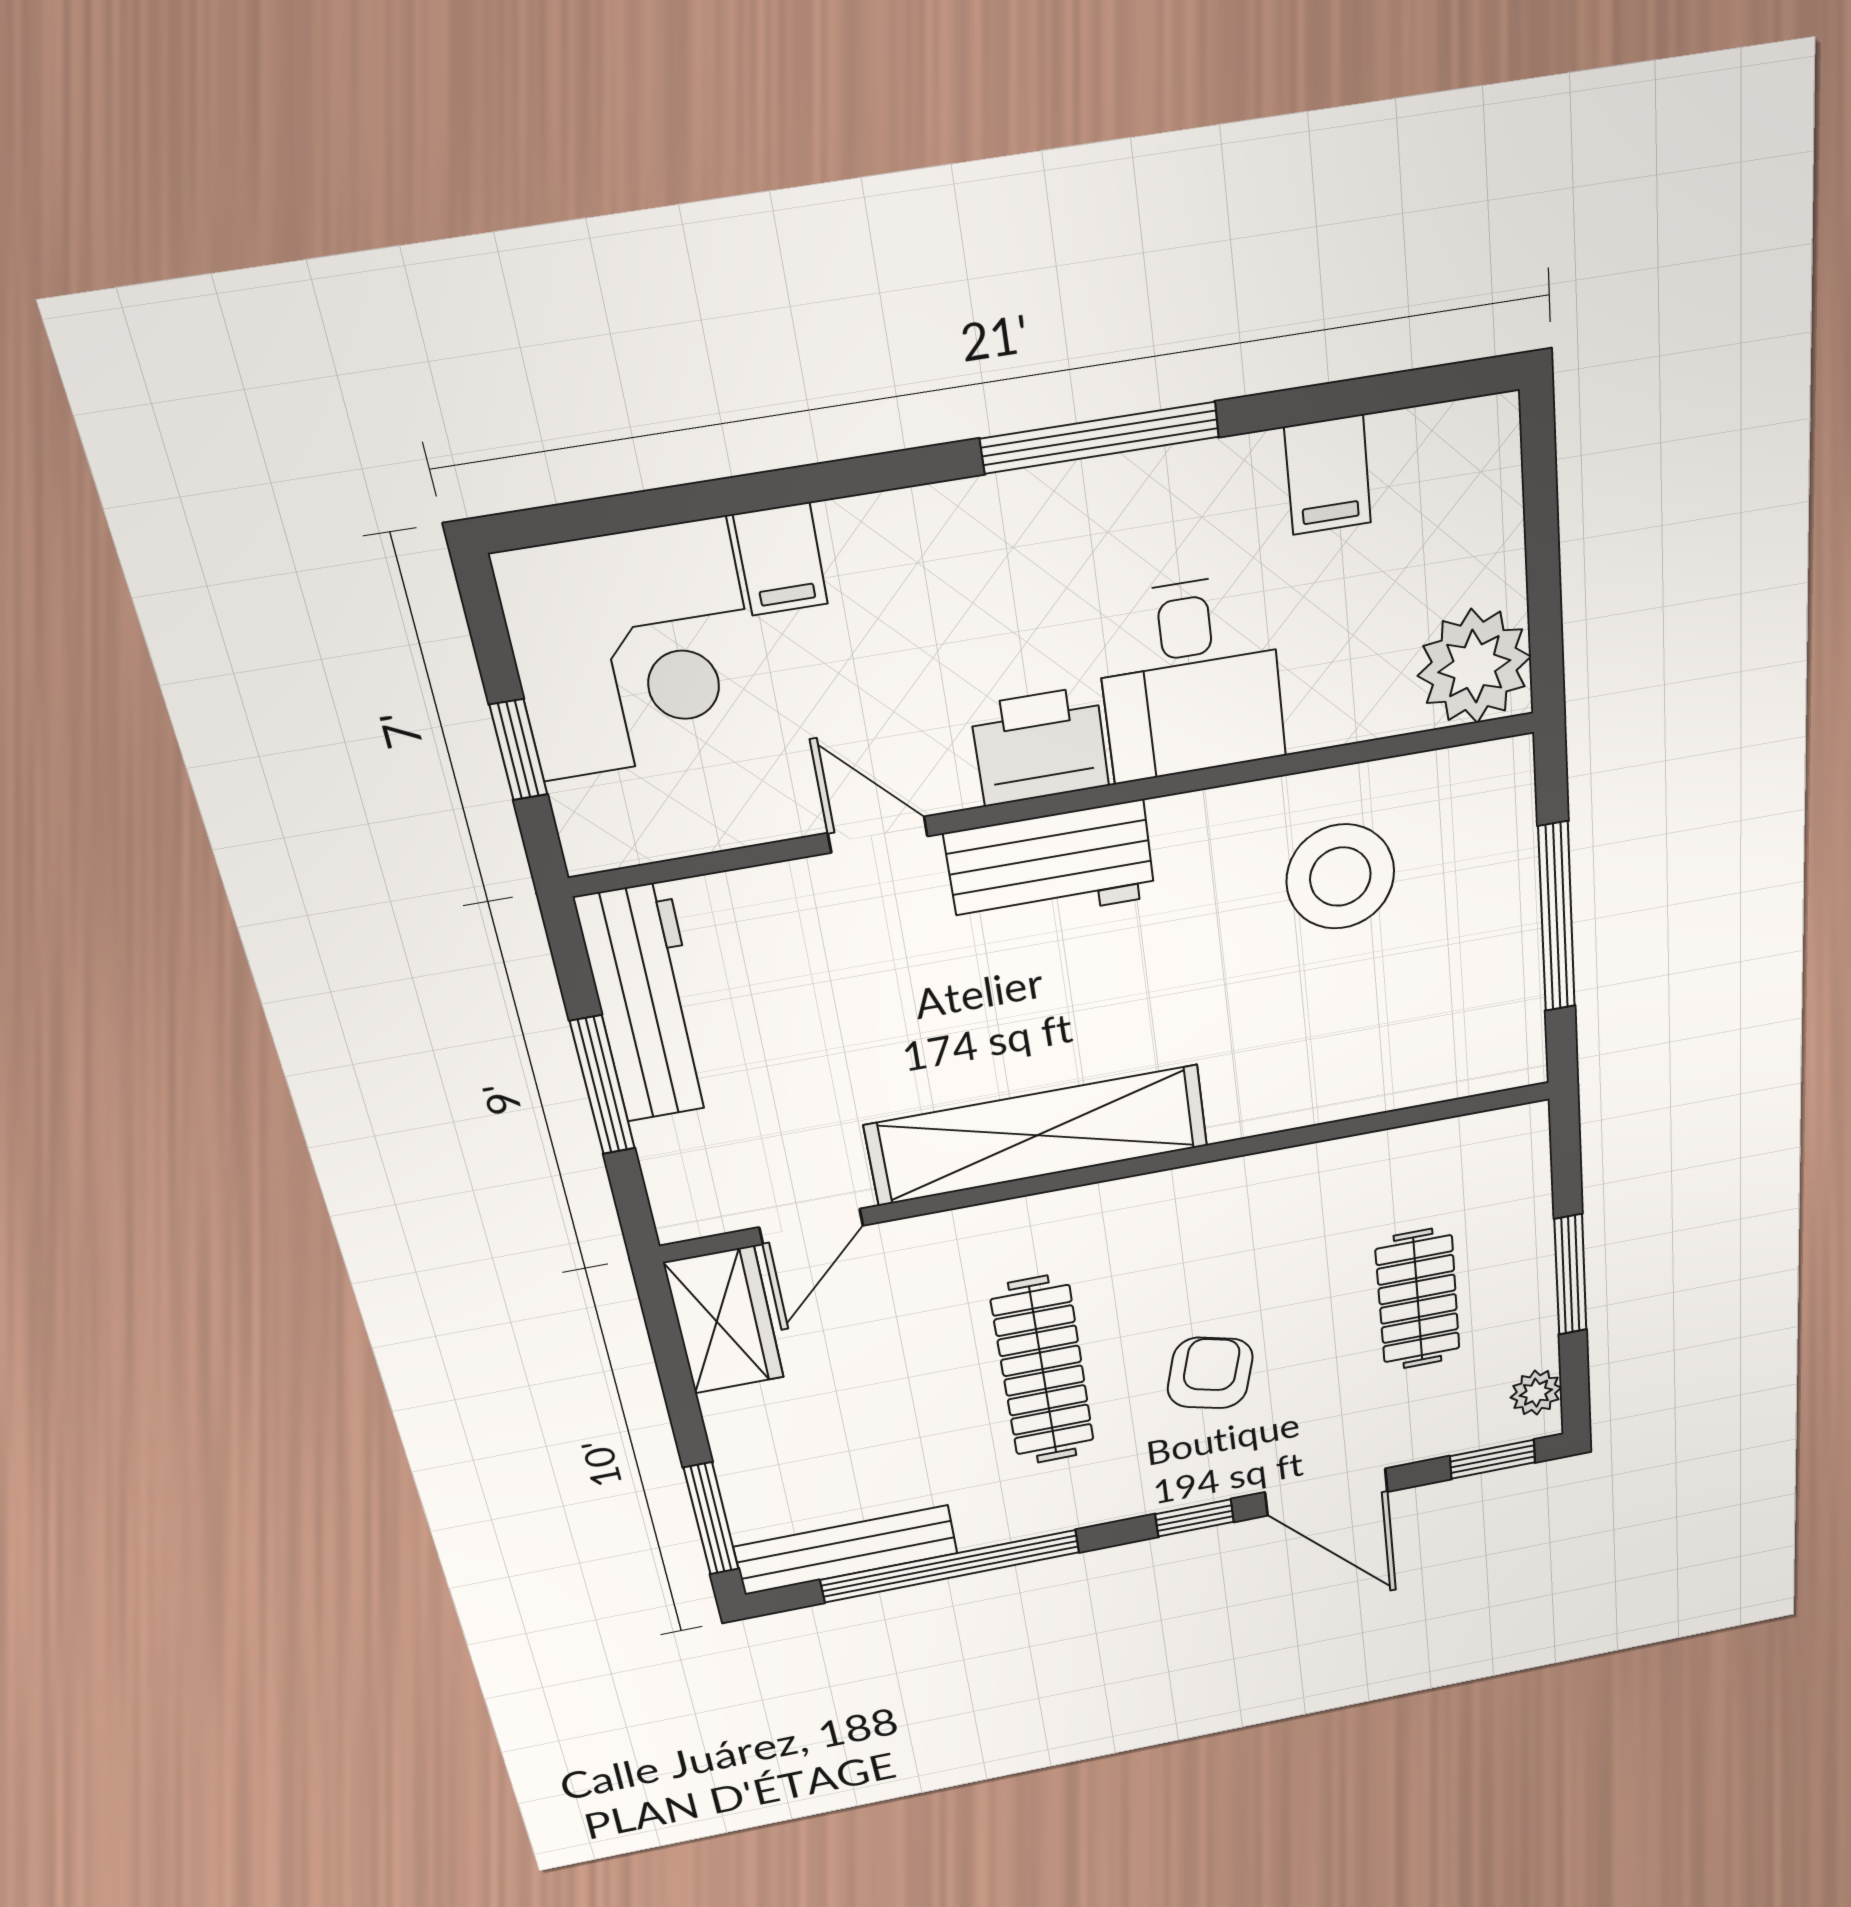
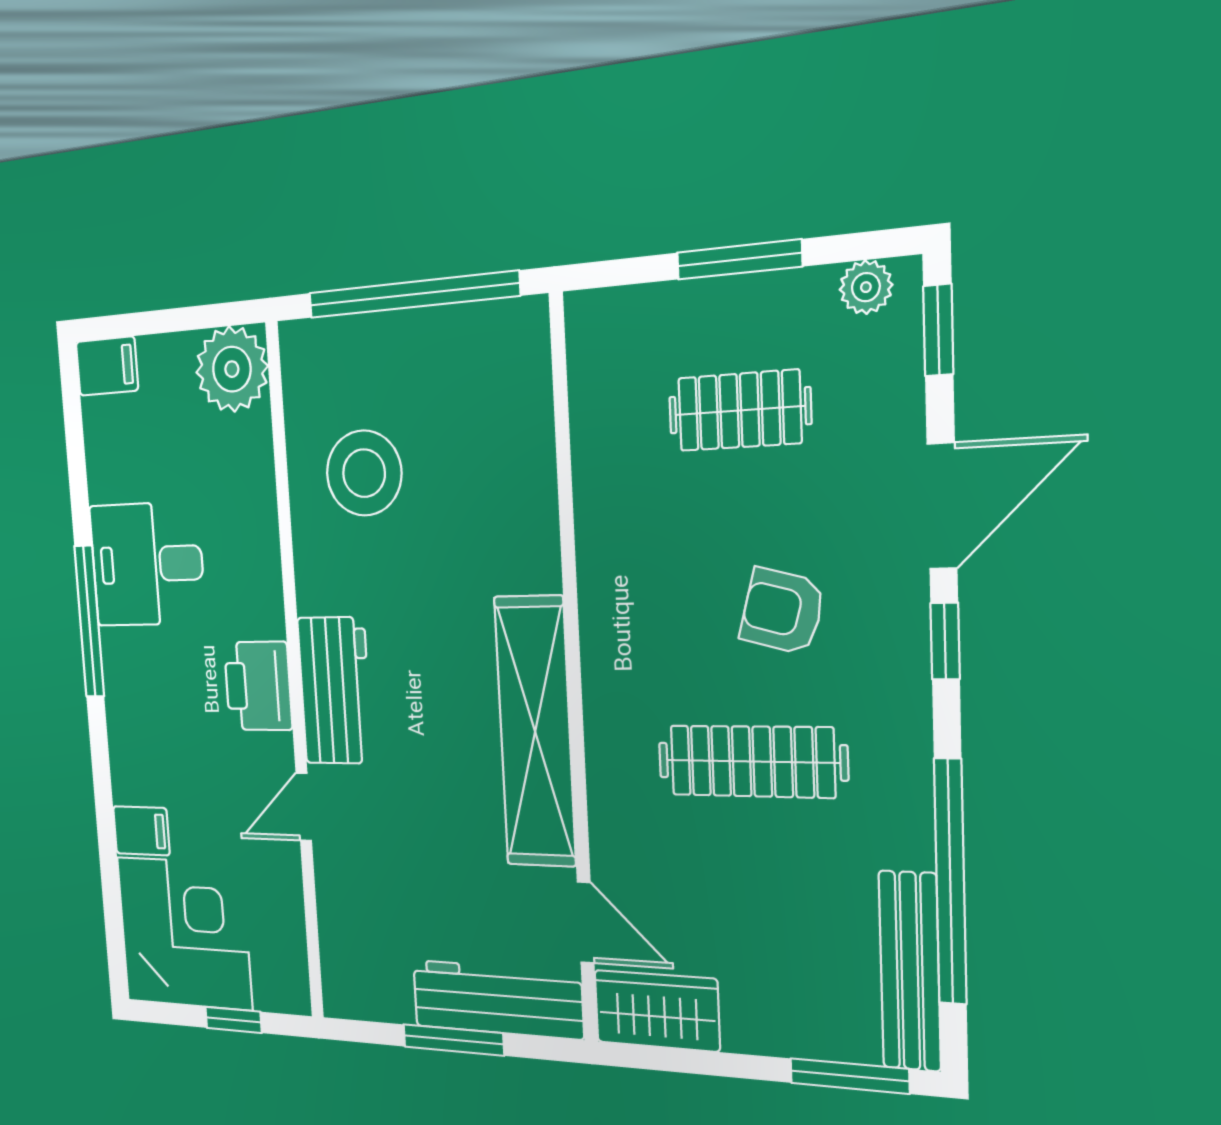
filing cabinet: (1328, 475) -> (107, 366), moved
desk: (1191, 678) -> (147, 564), moved, turned 180
window: (1557, 917) -> (412, 294), width x1.46
workbench: (647, 1004) -> (497, 999), moved

